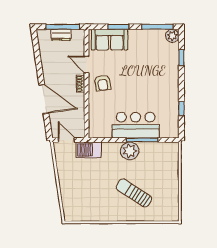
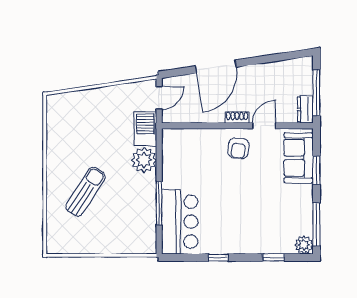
dresser: (61, 35) -> (305, 109), moved
armchair: (103, 83) -> (238, 148), turned -75
window: (181, 109) -> (218, 258), moved
bar counter: (136, 125) -> (180, 222), moved
plant: (130, 151) -> (144, 160), moved

